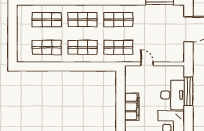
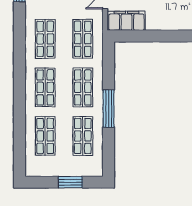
window: (13, 38) -> (70, 182), added
window: (67, 66) -> (109, 109), added
filing cabinet: (132, 107) -> (127, 21), moved

